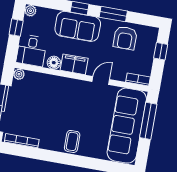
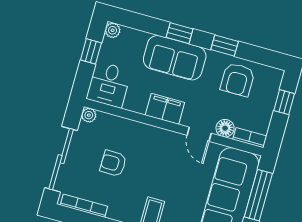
window: (113, 14) -> (225, 46), width x0.67
floor lamp: (54, 63) -> (225, 128), moved
door: (101, 81) -> (199, 134), swing flipped
armchair: (40, 108) -> (113, 163), added

